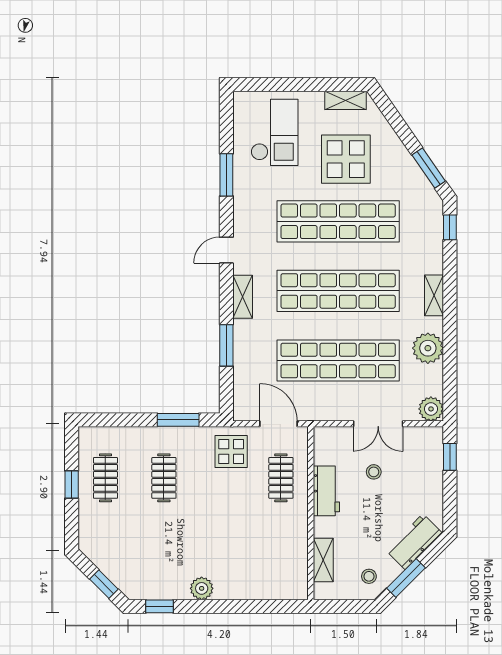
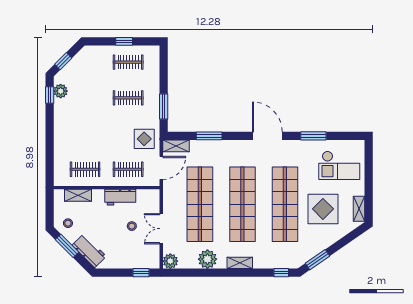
door: (226, 250) -> (267, 136), width x1.88
shelving: (243, 297) -> (176, 146), moved
clothes rail: (281, 548) -> (85, 169), added
plant: (202, 588) -> (61, 91), moved

